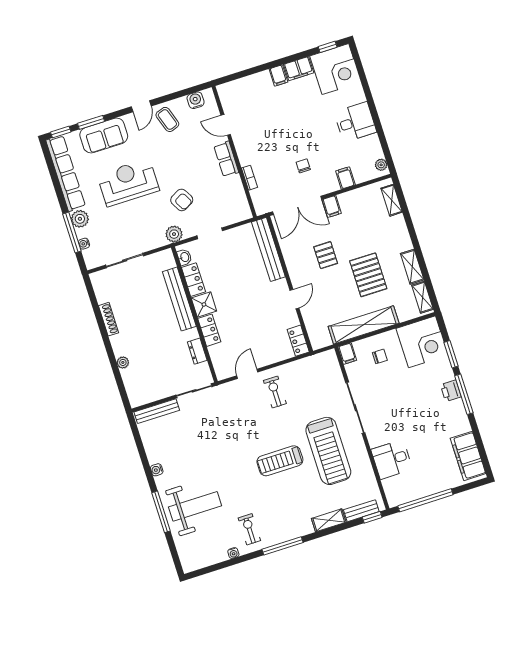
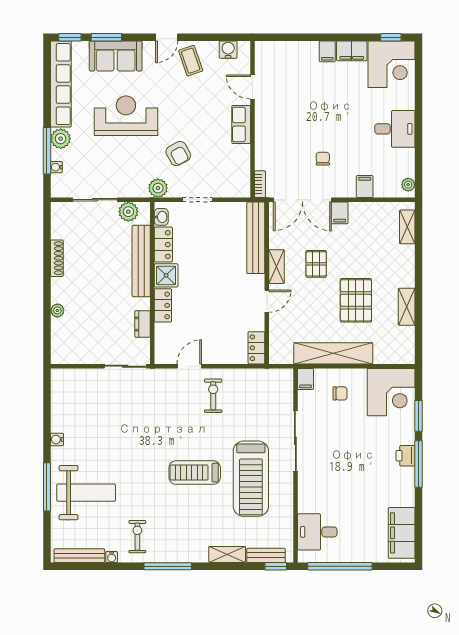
bookcase: (249, 178) -> (260, 184), moved
plant: (156, 261) -> (128, 212), added
shelving: (423, 297) -> (277, 267), moved
bench: (157, 411) -> (79, 556), moved
desk: (392, 459) -> (317, 532), moved

